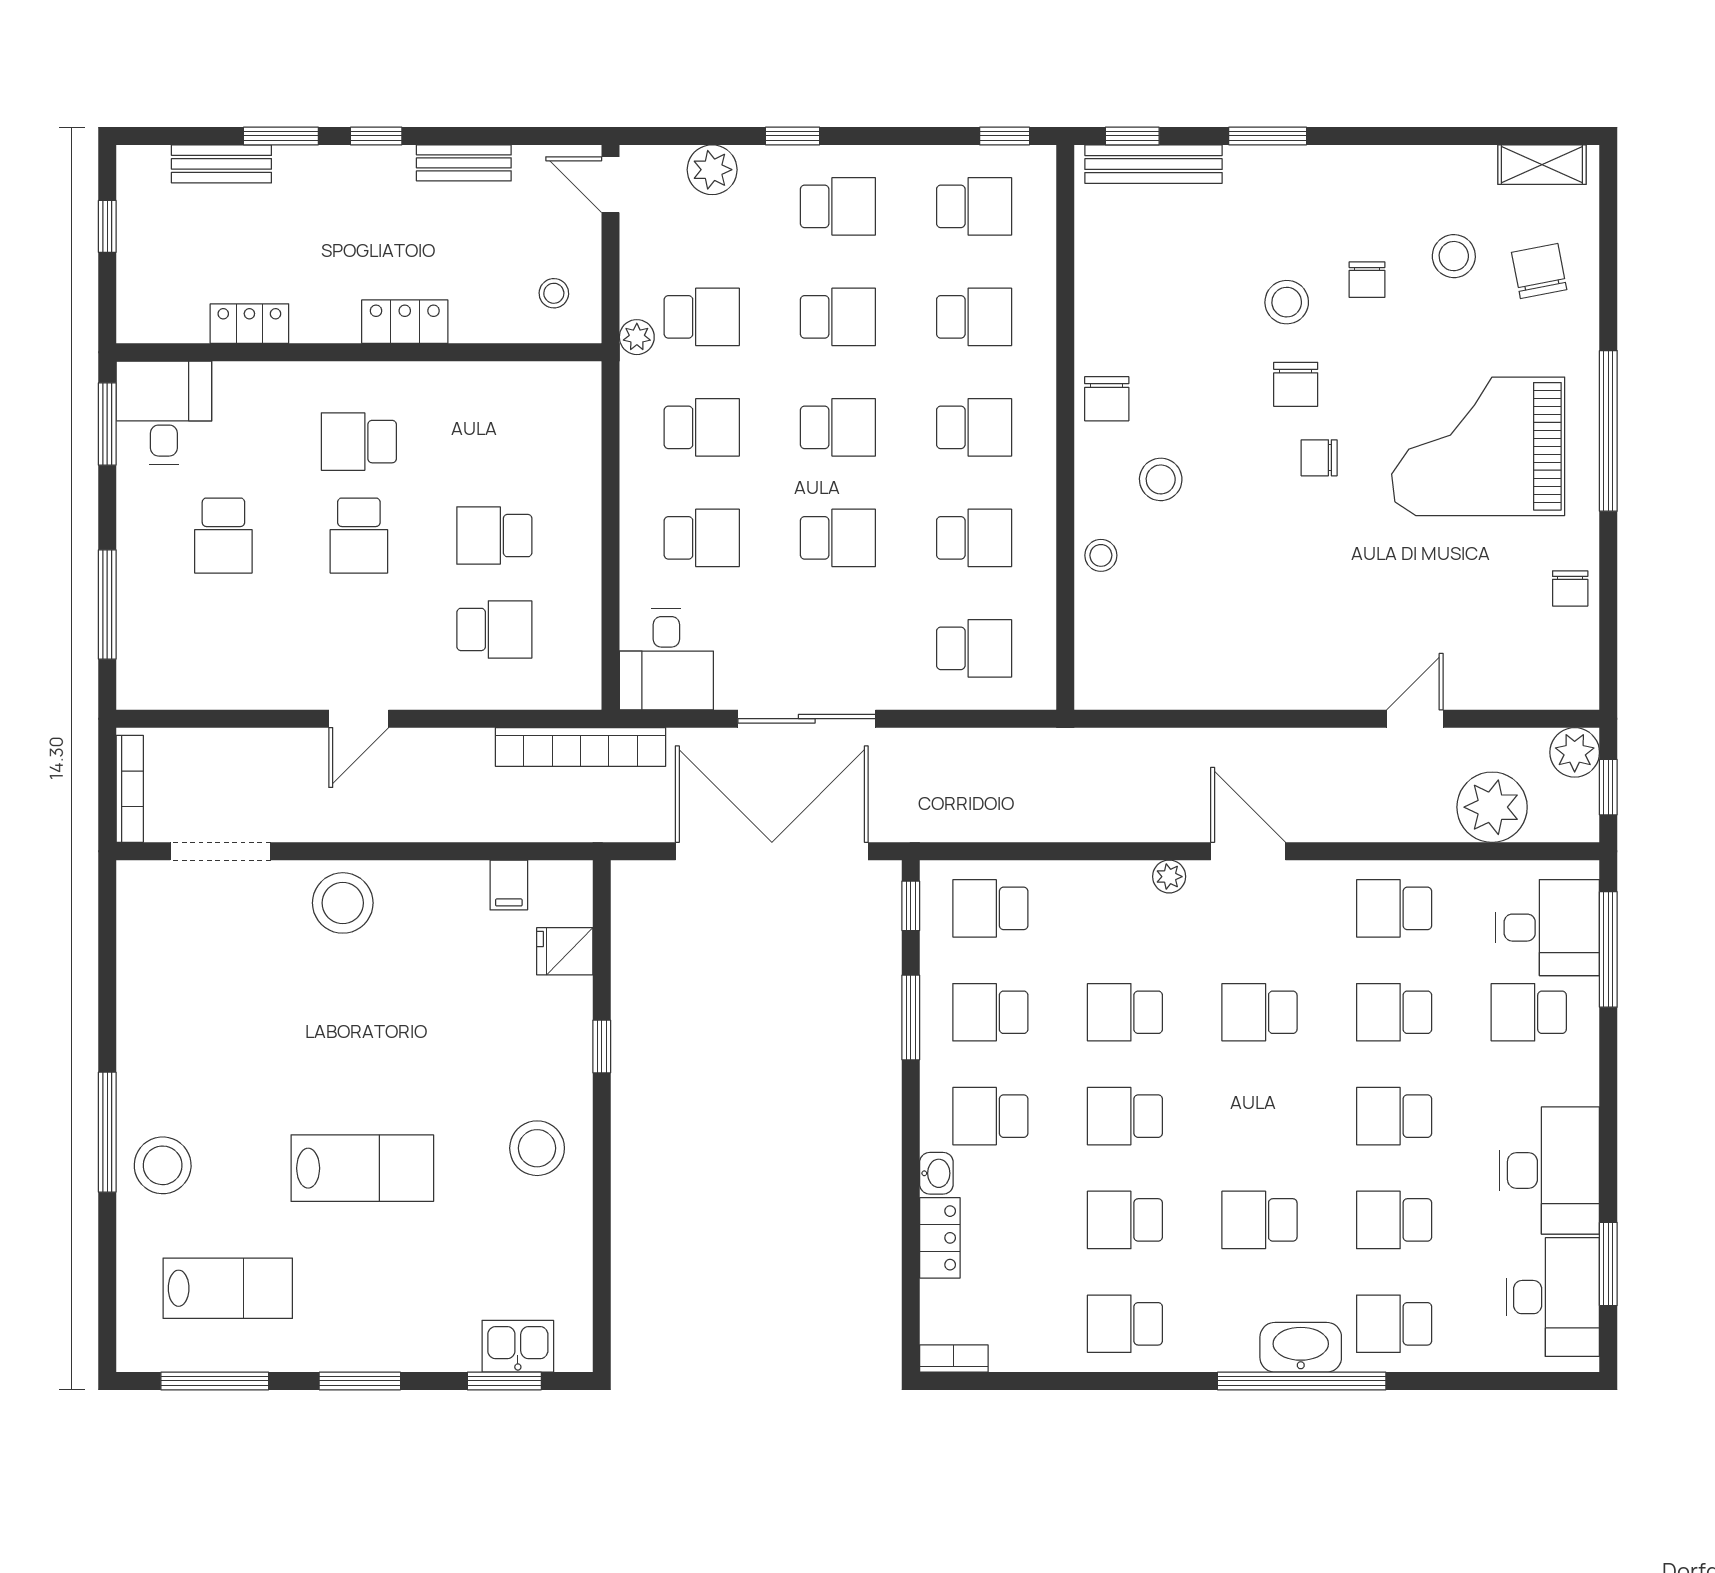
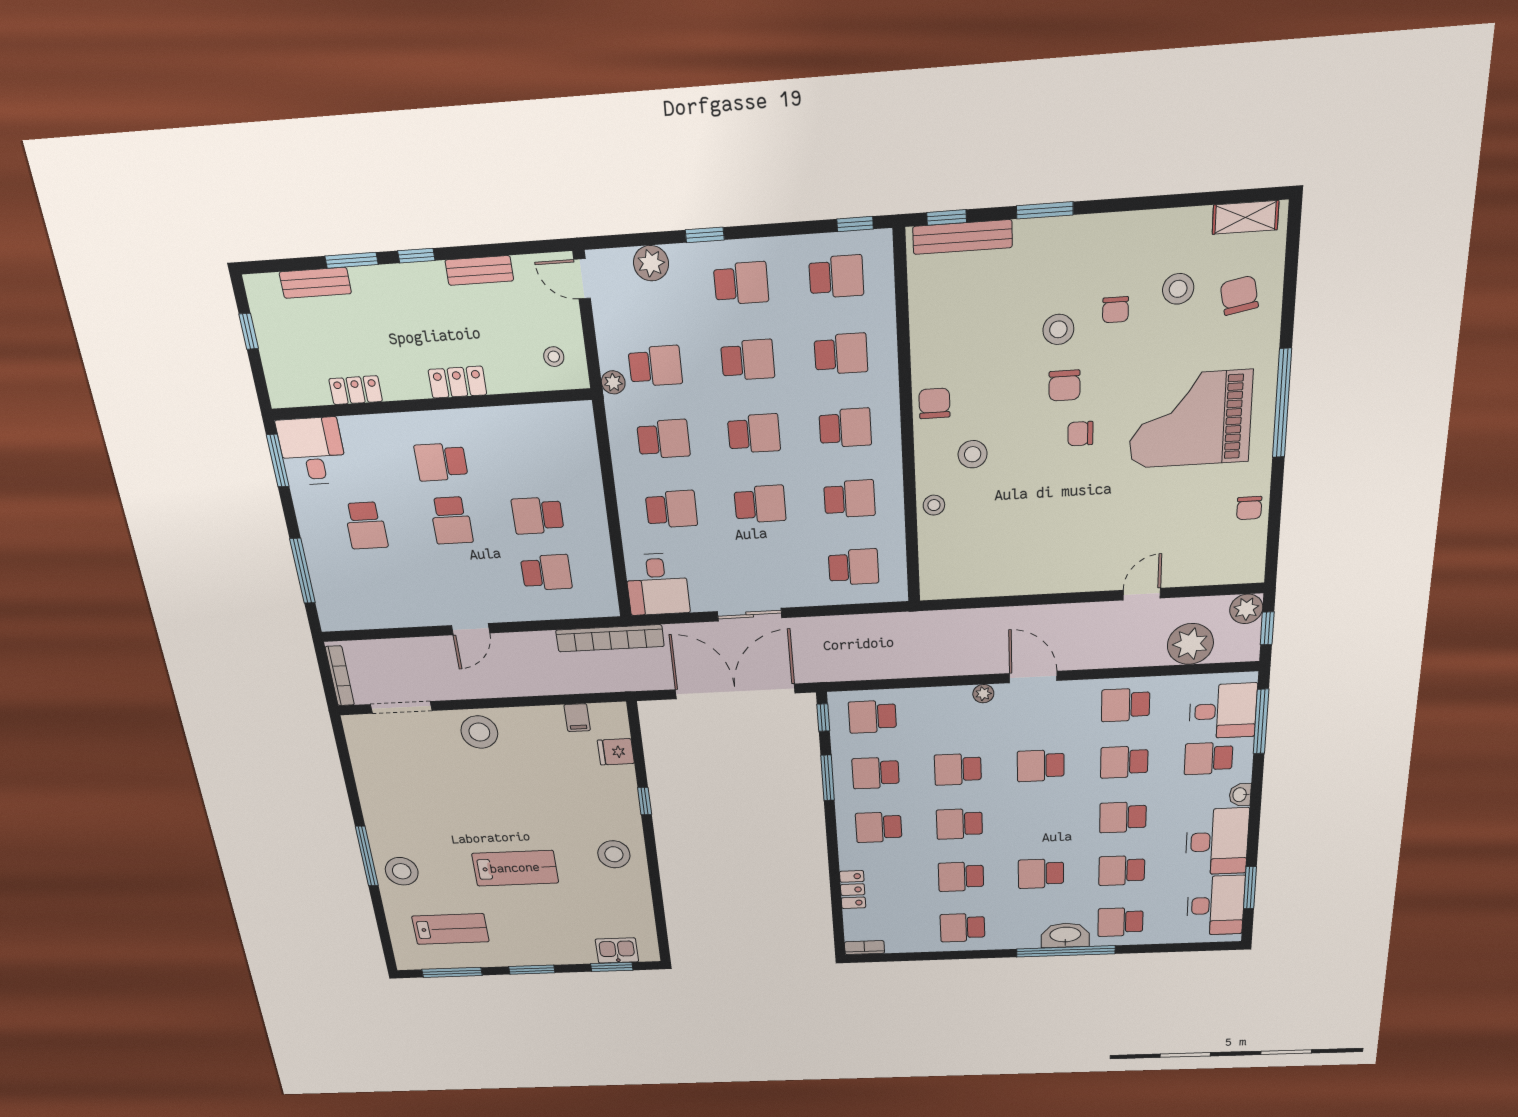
chair: (1107, 399) -> (934, 403), turned 180
sliding door: (807, 719) -> (750, 615), width x0.73
washbasin: (936, 1173) -> (1240, 795), moved, turned 180

